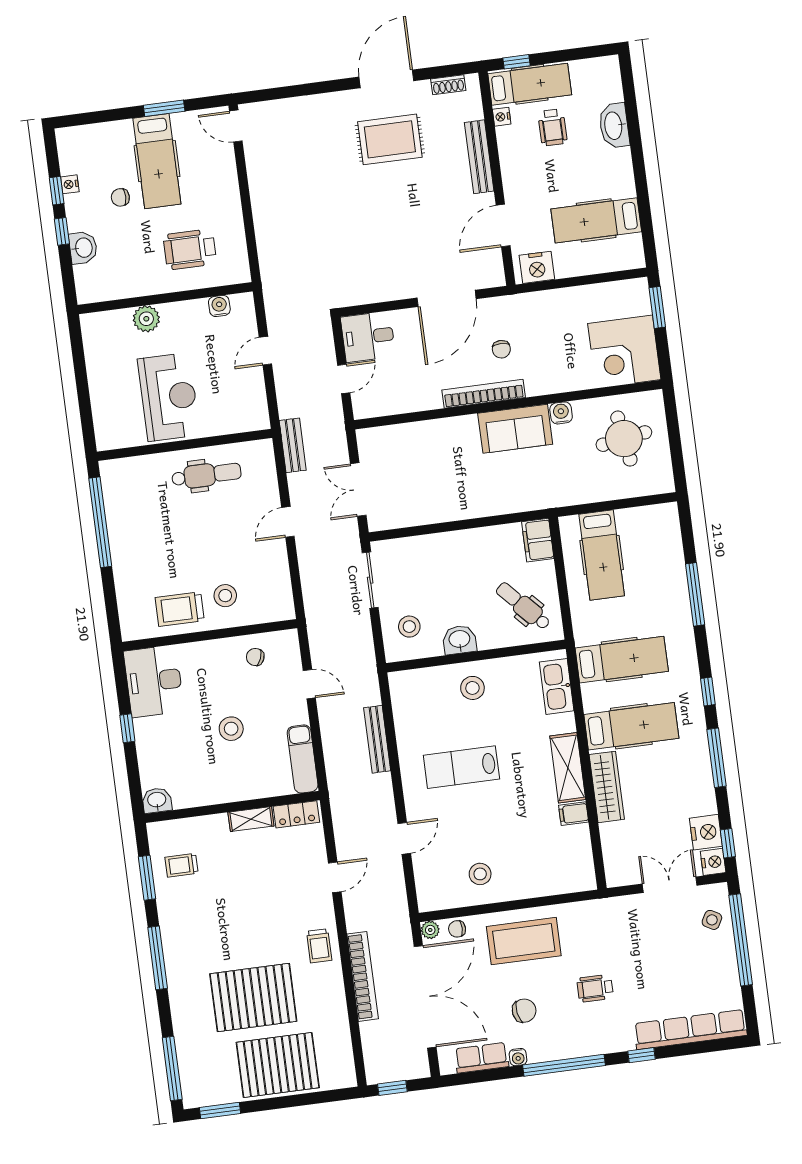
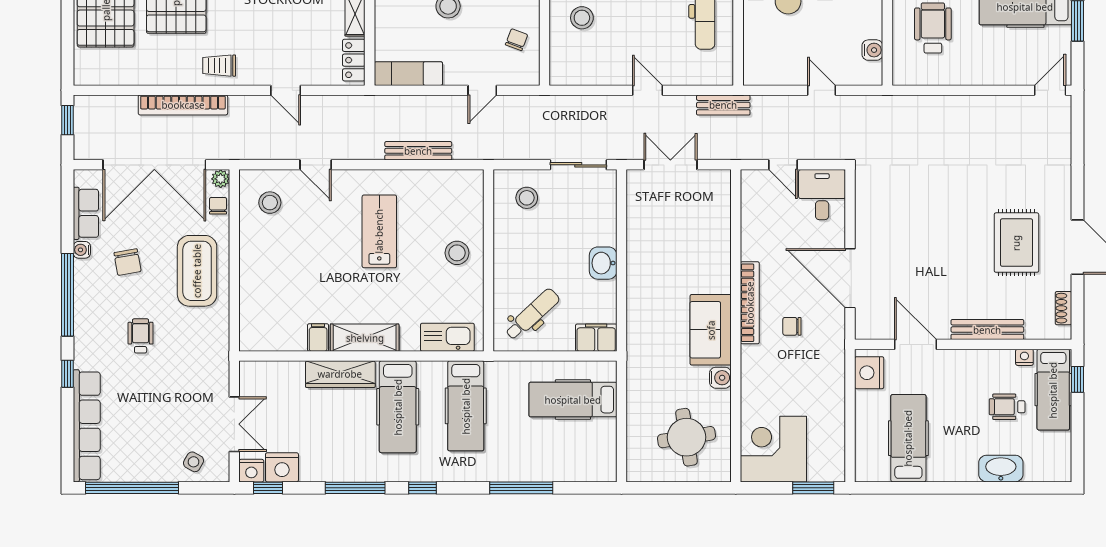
washbasin: (460, 640) -> (603, 263), moved, turned 180
stool: (480, 874) -> (270, 203), moved
window: (741, 940) -> (132, 488), moved

